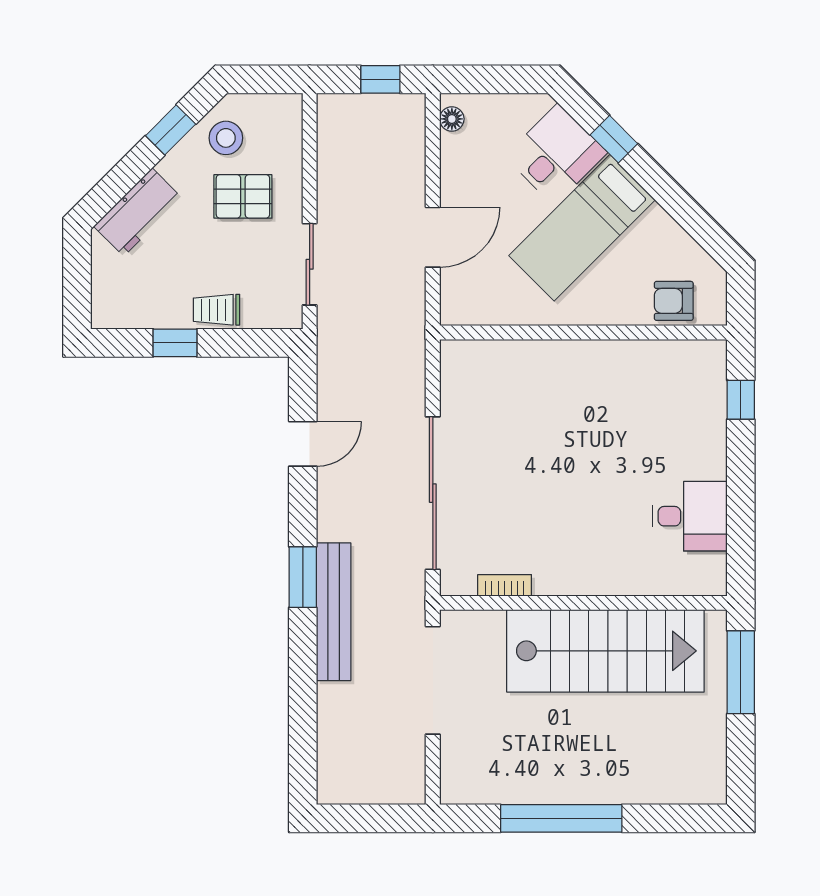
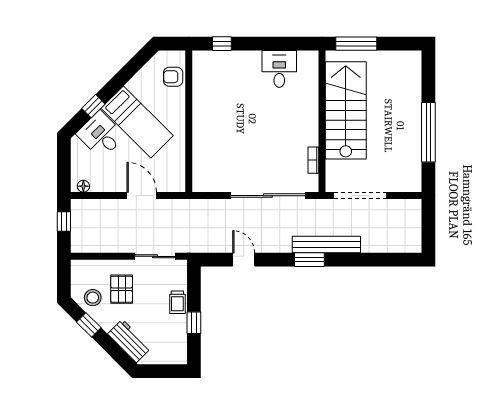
armchair: (674, 301) -> (173, 77), turned 90

